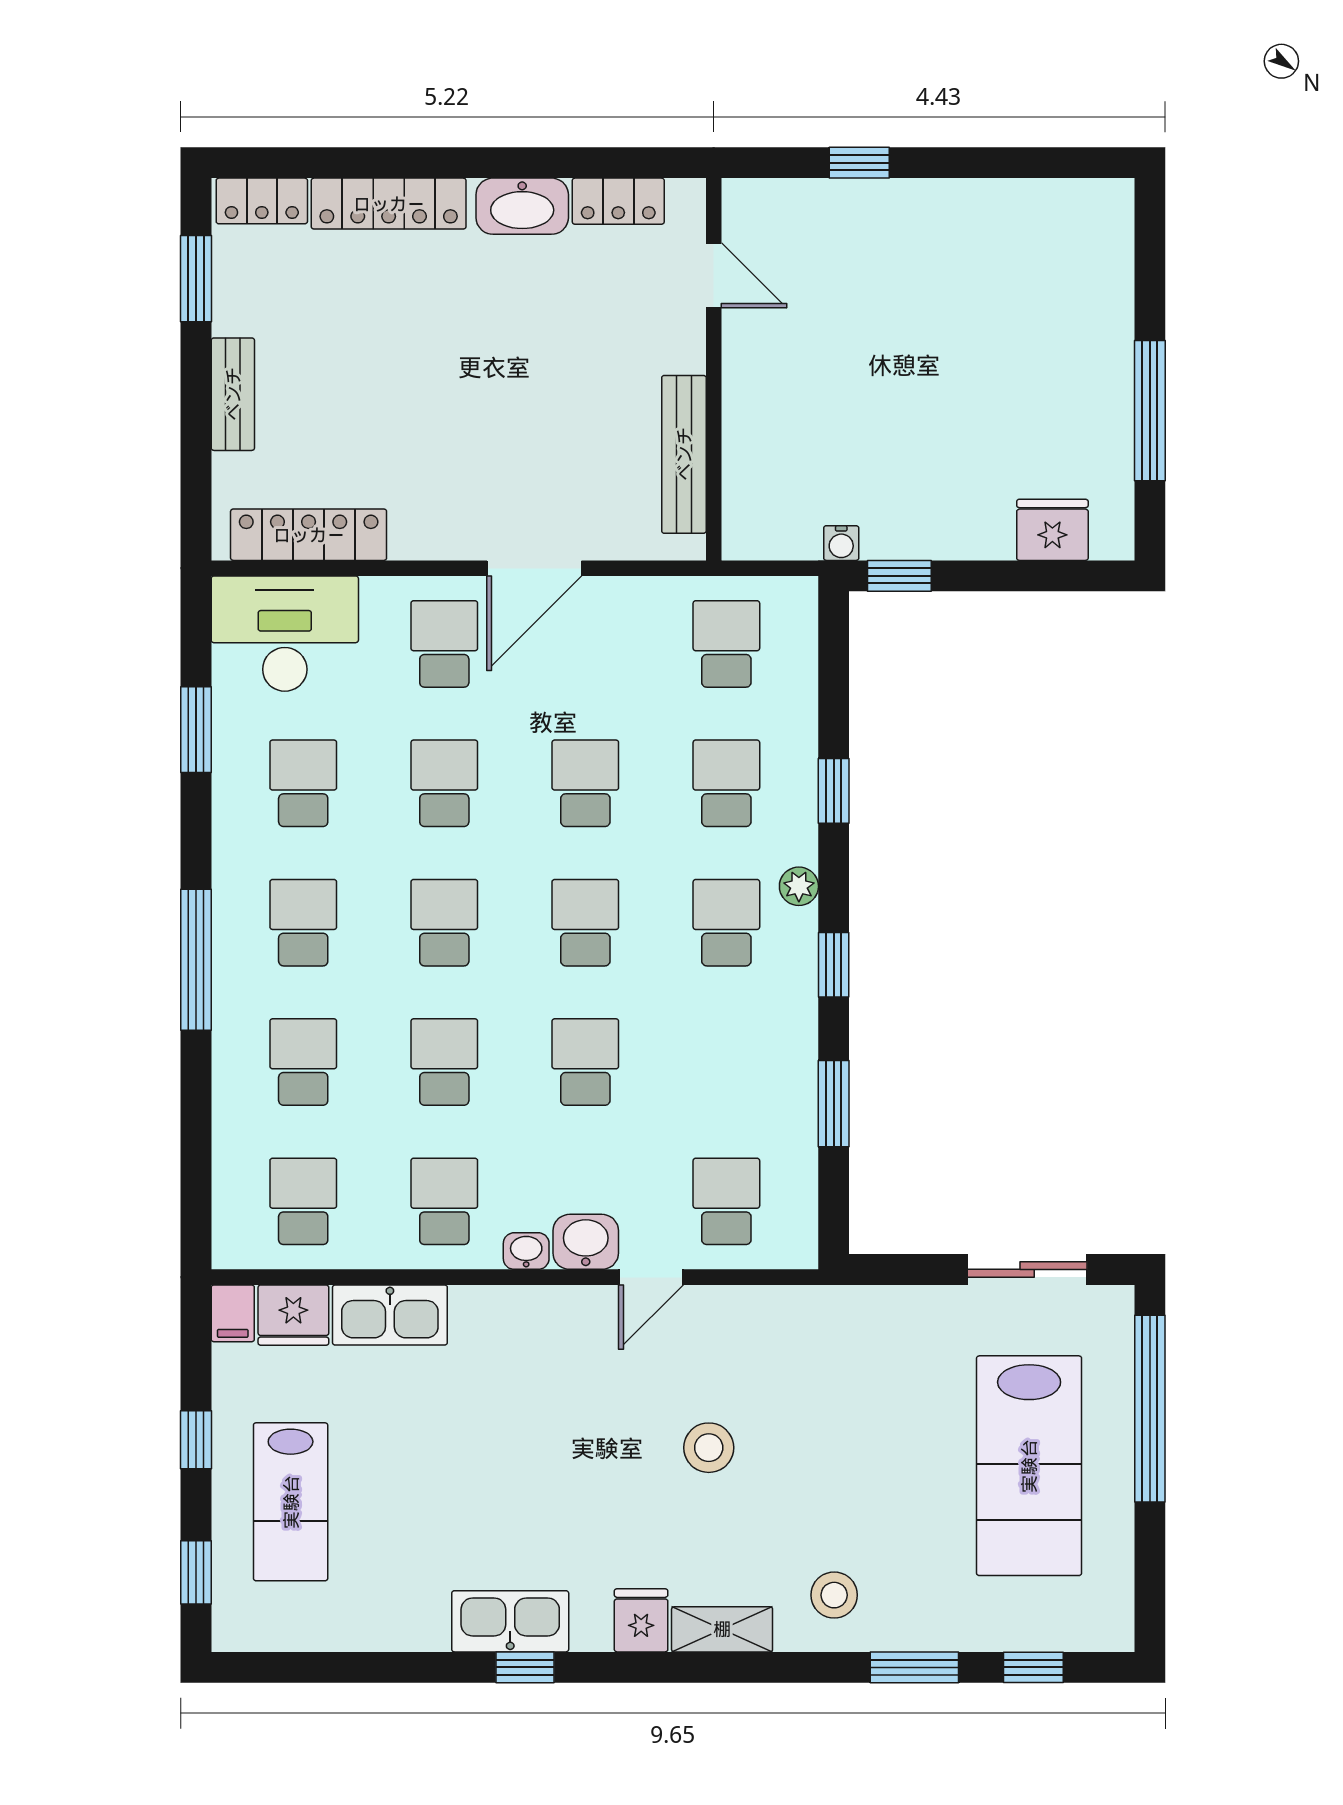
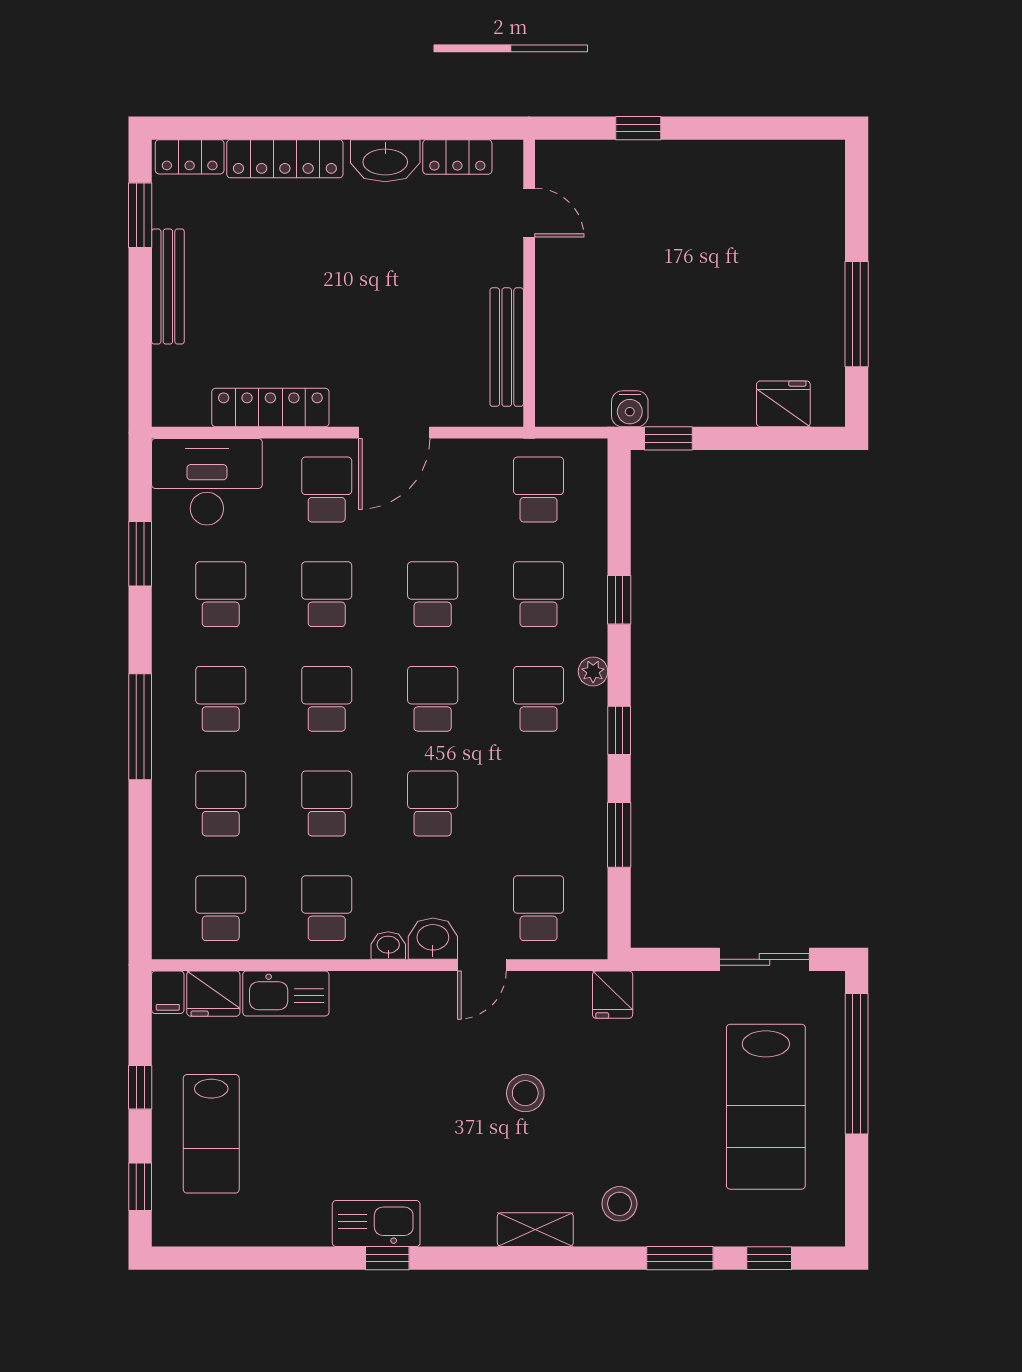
bench: (233, 394) -> (168, 287), width x1.36
locker: (309, 535) -> (270, 407), moved
water cooler: (841, 543) -> (630, 409), width x1.38, depth x1.38
fridge: (641, 1620) -> (613, 995), moved, turned 180

